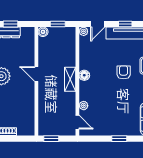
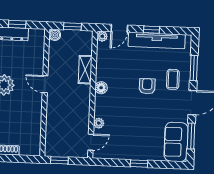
shelving: (70, 79) -> (85, 70), moved
door: (77, 122) -> (91, 142), hinge flipped

